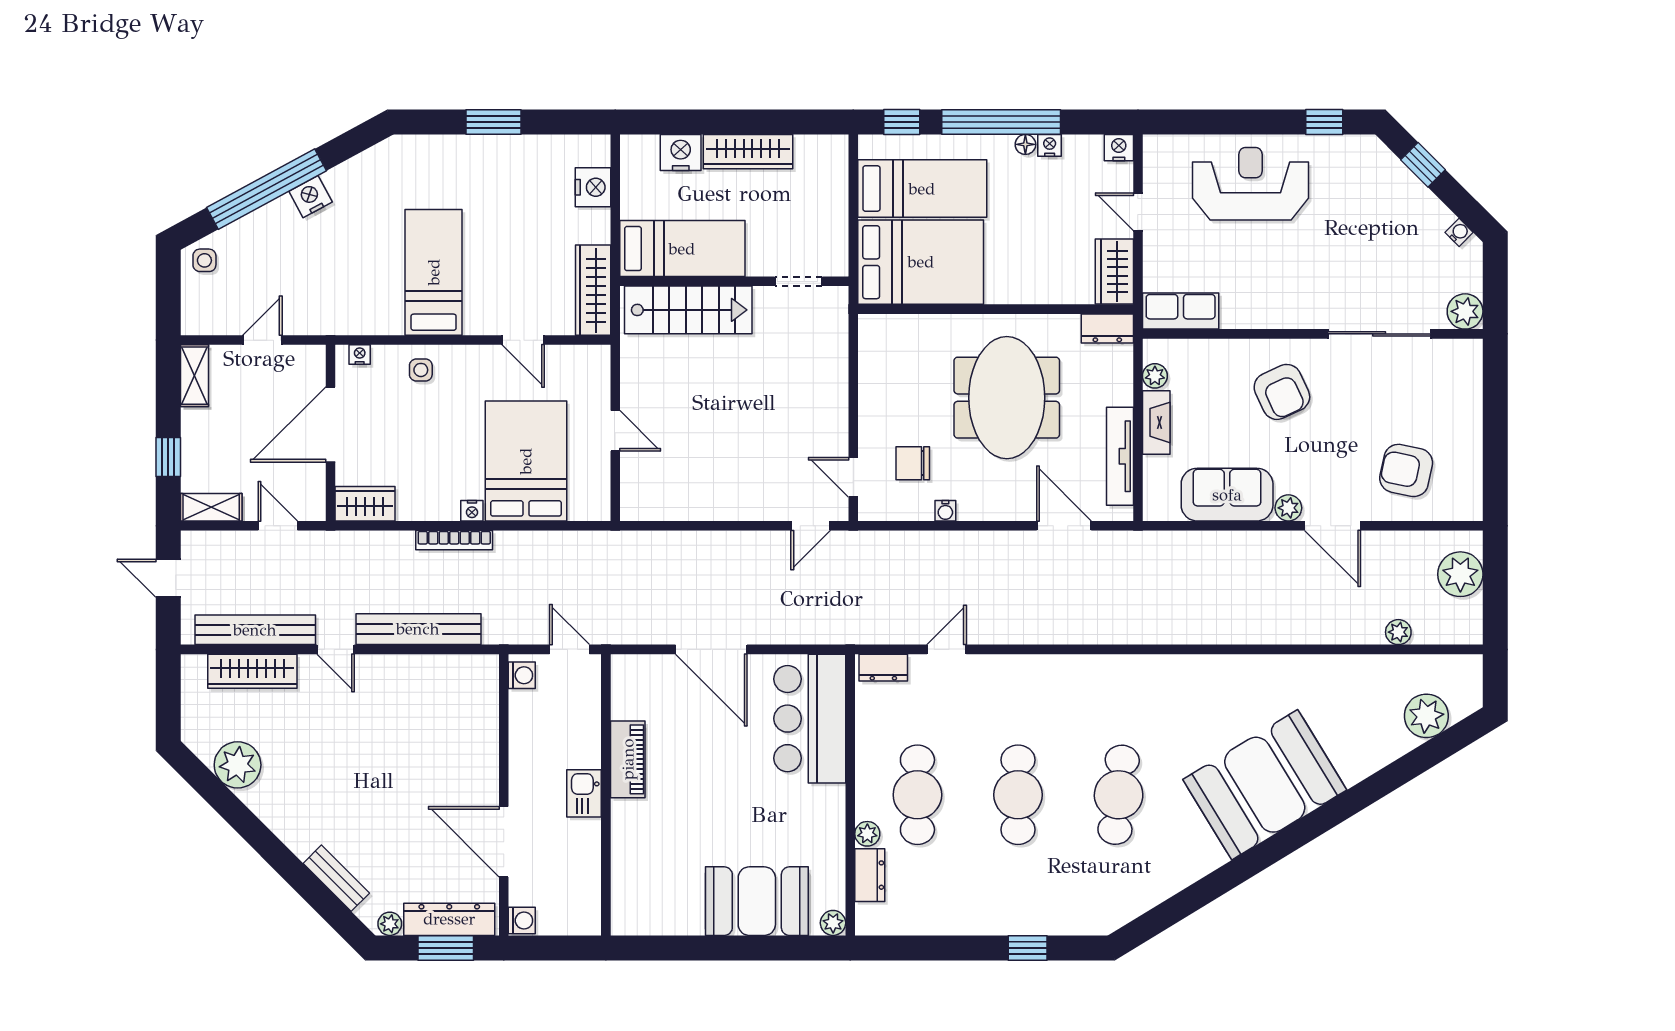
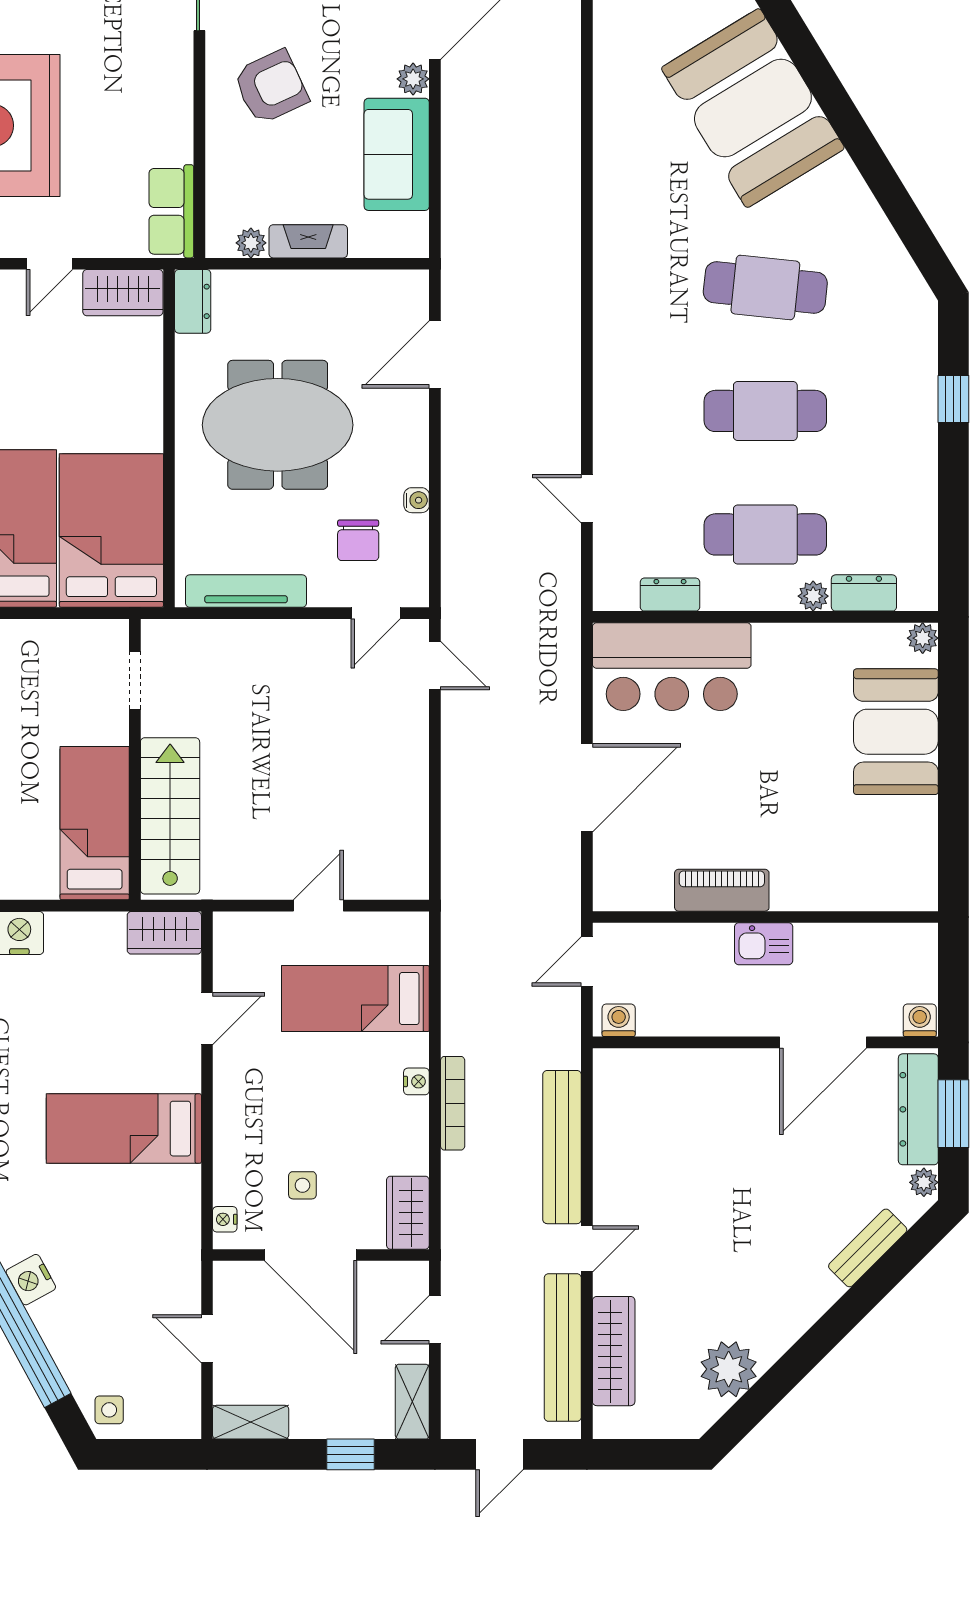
wardrobe: (593, 290) -> (164, 933), width x0.67
side table: (421, 370) -> (302, 1185), moved
tv unit: (1120, 456) -> (246, 591), moved, turned 180
bed: (526, 461) -> (355, 999), width x0.67
dresser: (883, 668) -> (670, 595), moved, turned -90

